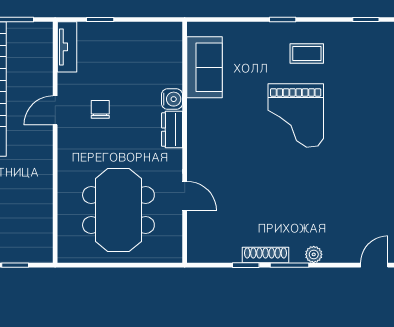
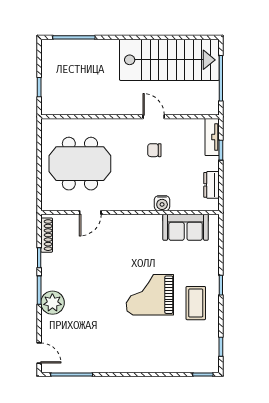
tv unit: (67, 47) -> (212, 137), moved, turned 90
coffee table: (307, 53) -> (196, 303), width x1.36, depth x1.30
chair: (100, 109) -> (154, 150), turned 180
dresser: (172, 130) -> (212, 185), moved, turned -90
plant: (314, 254) -> (52, 303), width x1.87, depth x1.87
shoe rack: (266, 255) -> (47, 235), moved

